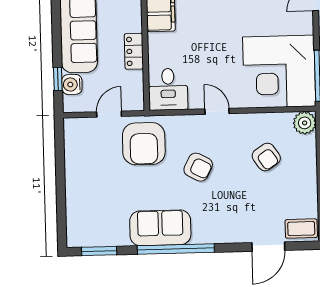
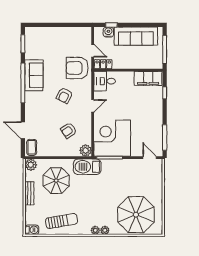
locker: (134, 51) -> (103, 64), moved

